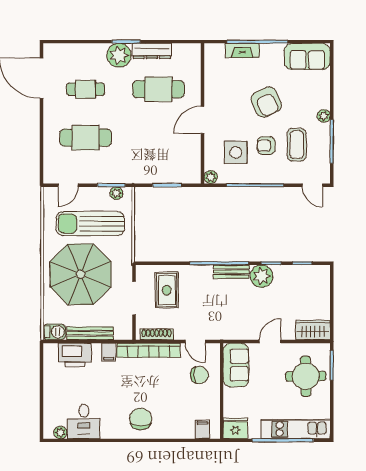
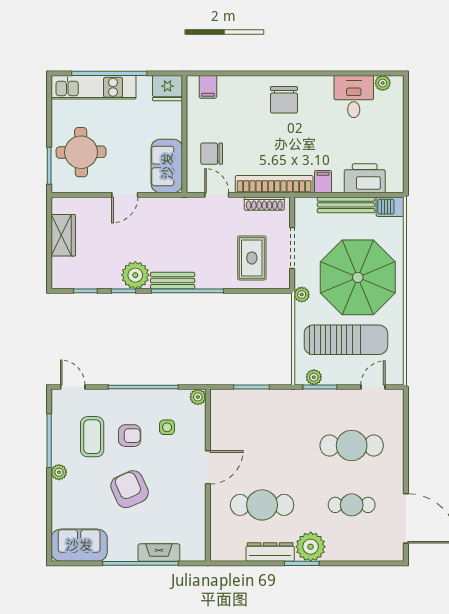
side table: (236, 152) -> (167, 427), width x0.54, depth x0.54
plant: (126, 260) -> (302, 295), added
wardrobe: (313, 330) -> (63, 235), moved, turned -90

